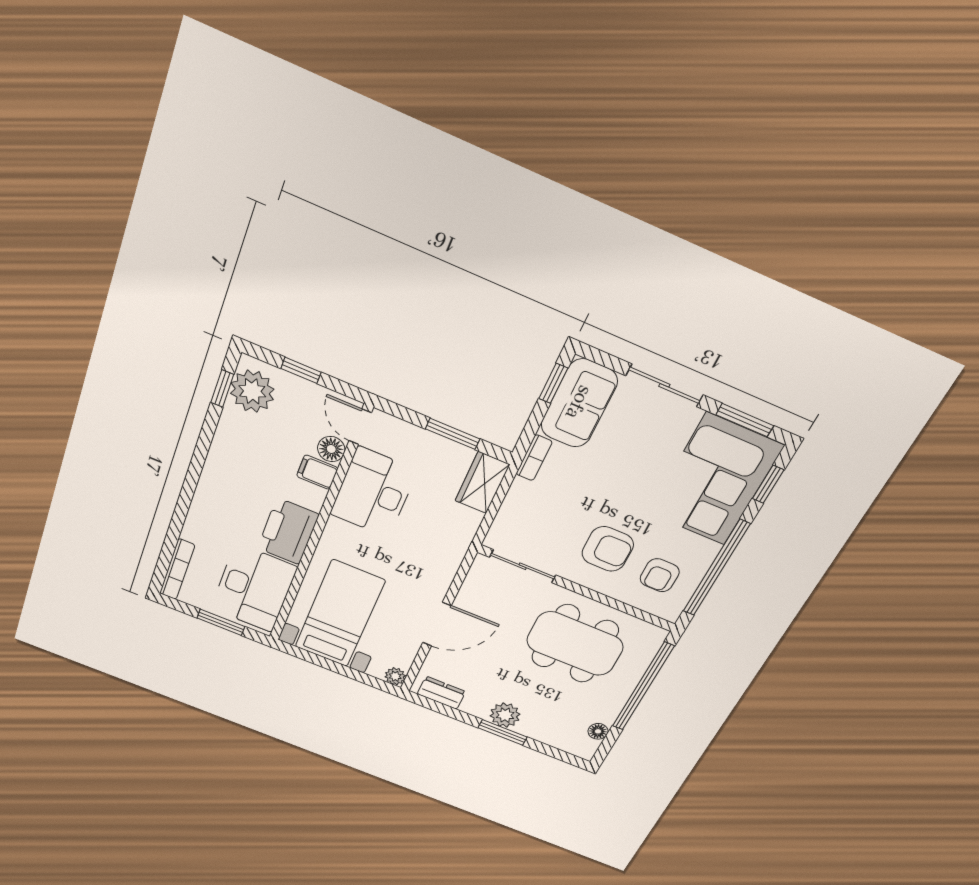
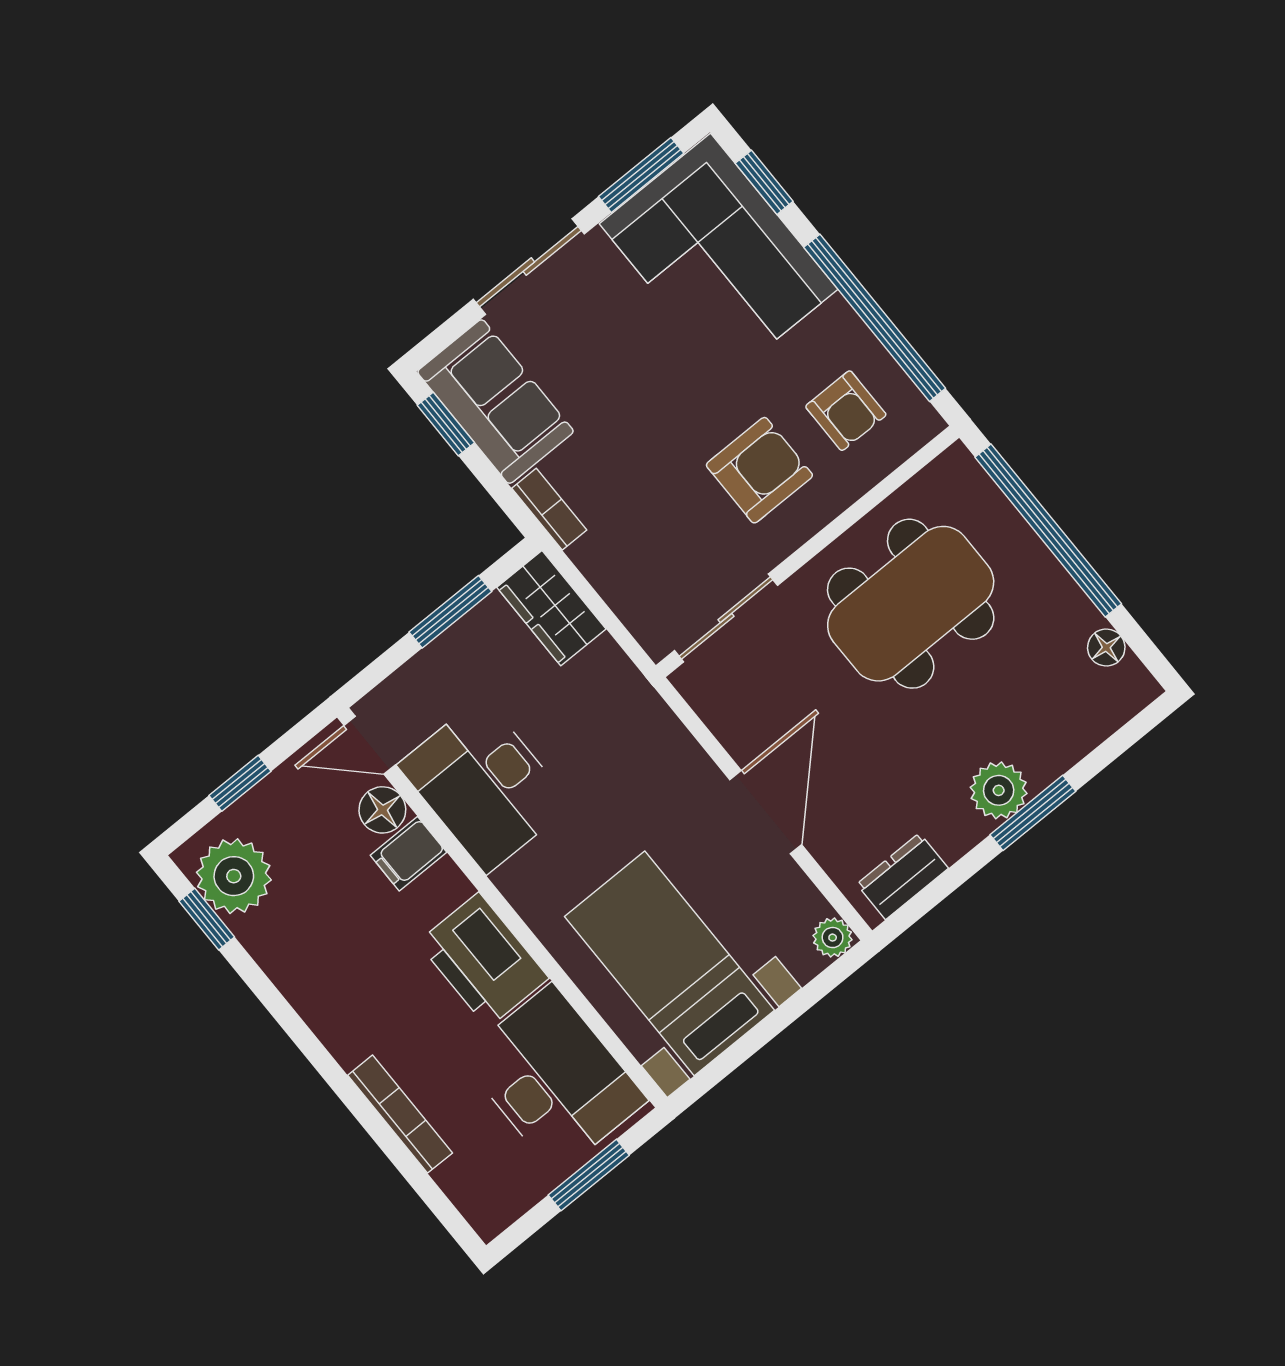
bookcase: (177, 569) -> (400, 1114), moved

